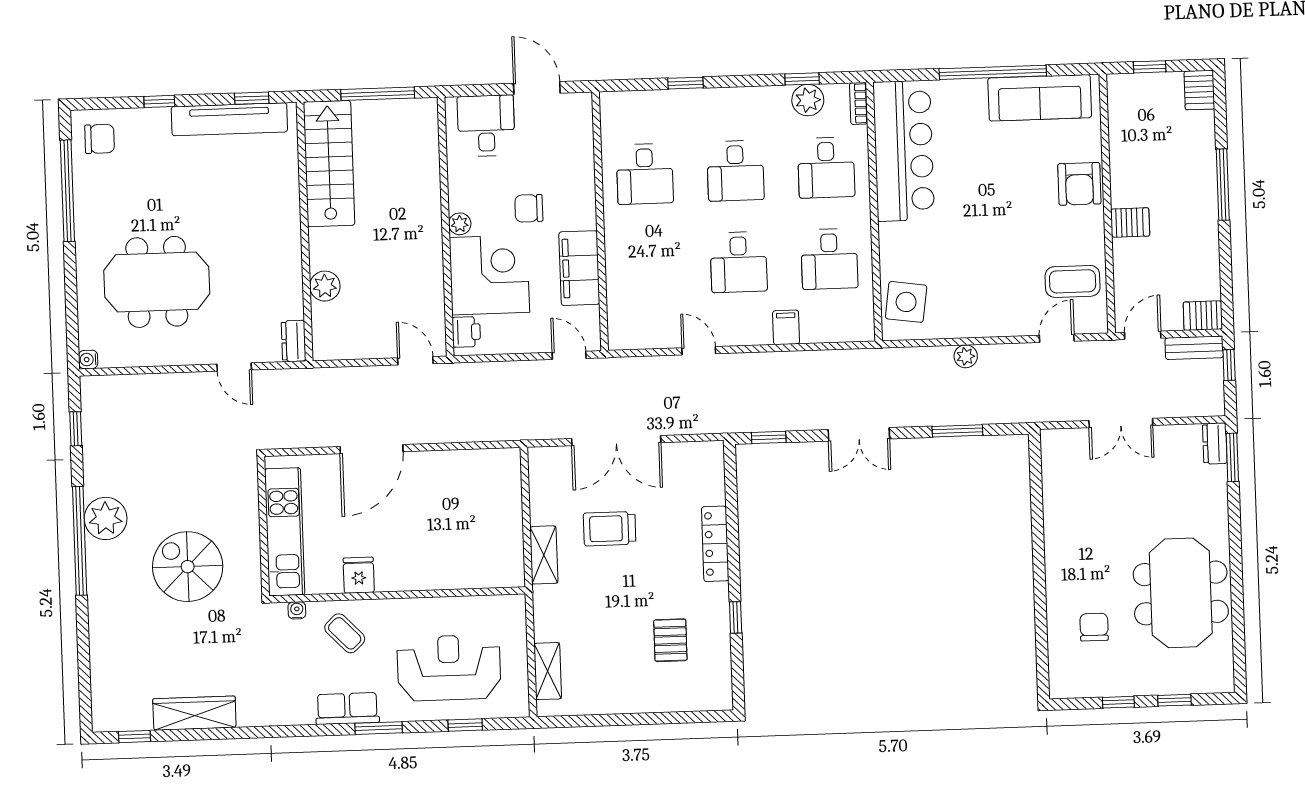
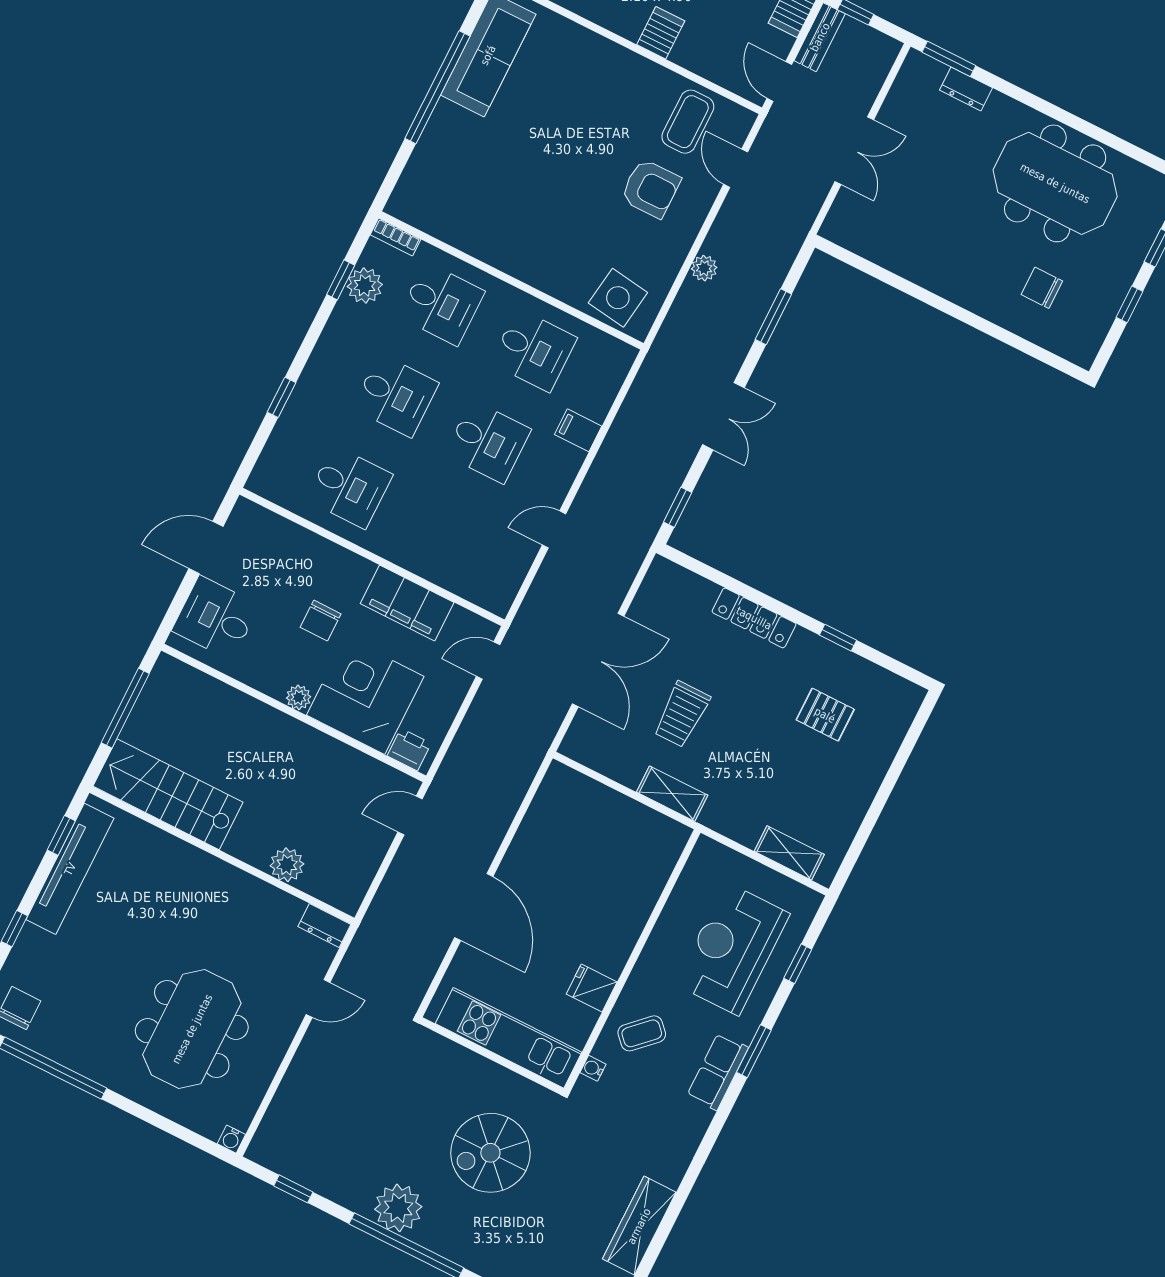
bar counter: (904, 151) -> (467, 218), removed
armchair: (1079, 184) -> (651, 188), moved
dresser: (1215, 444) -> (966, 89), moved

